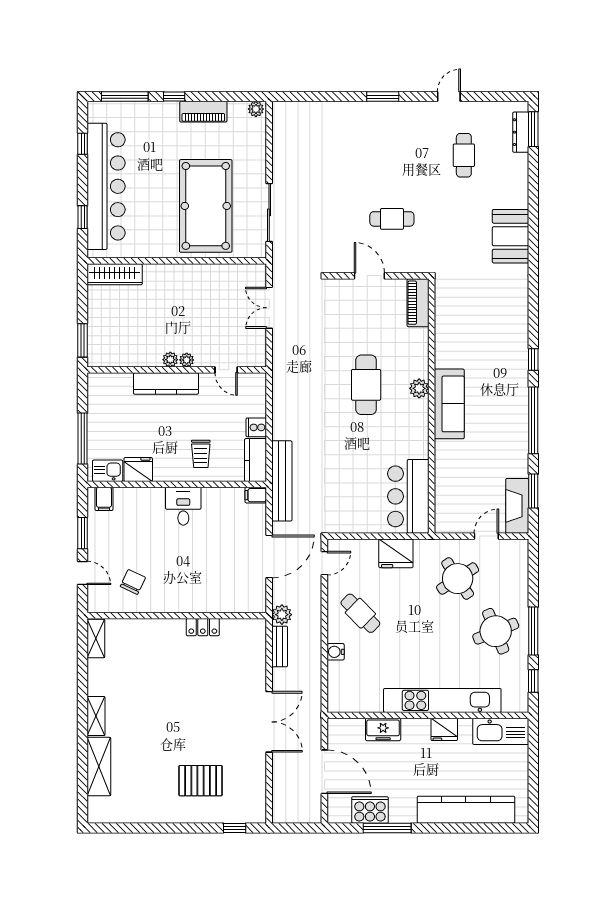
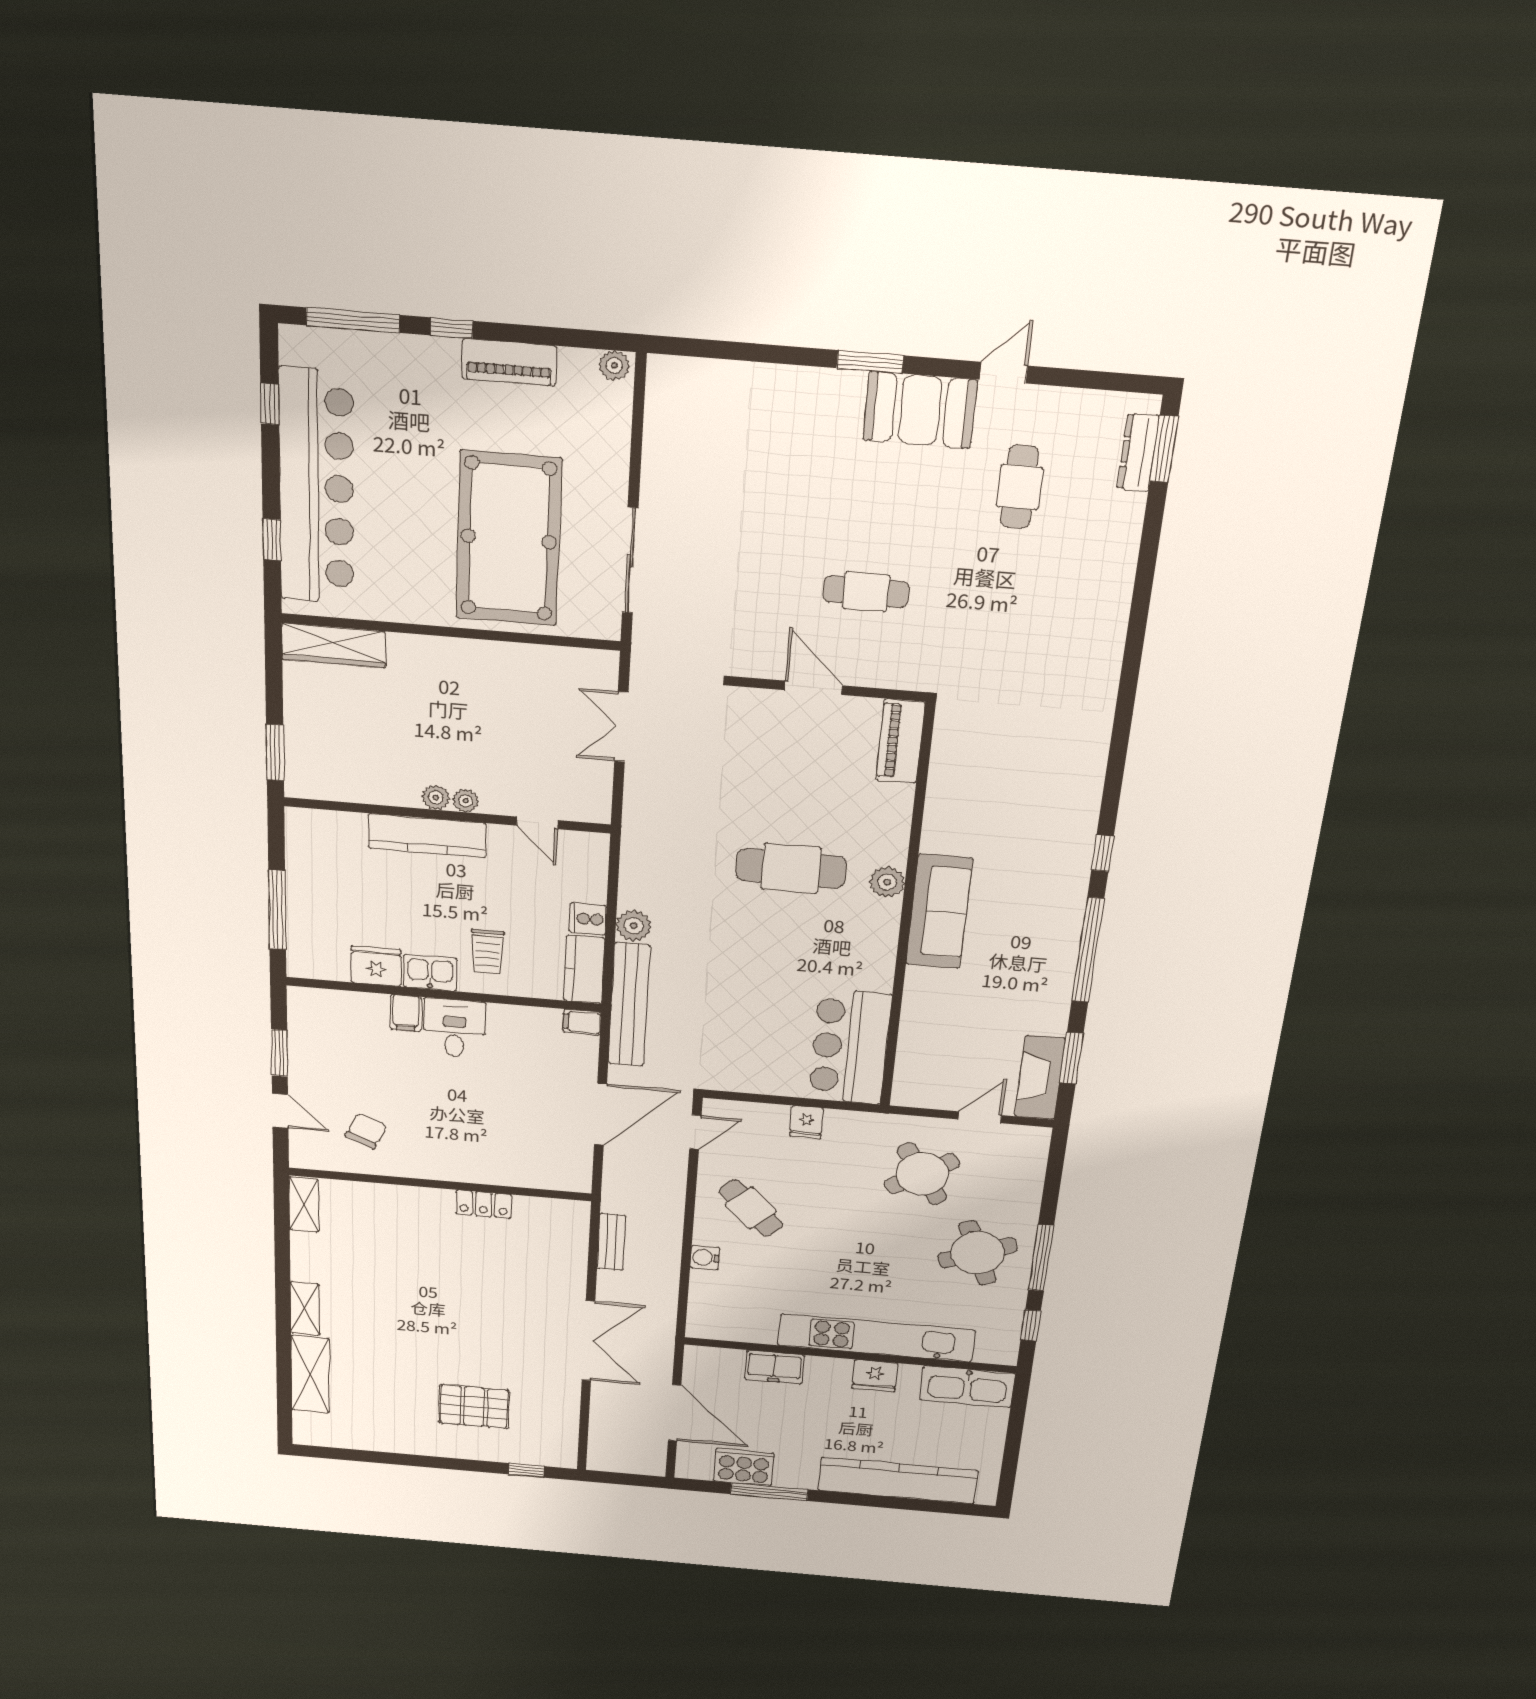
booth: (511, 236) -> (920, 410), moved, turned 90
cafe table: (366, 385) -> (791, 868), turned 90
kitchen sink: (108, 471) -> (430, 973), moved
filing cabinet: (104, 499) -> (406, 1013), moved
fridge: (396, 553) -> (807, 1122), width x0.53, depth x0.75
plant: (282, 615) -> (634, 926), moved

